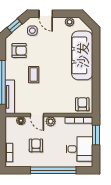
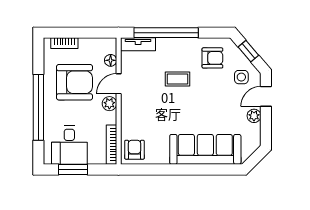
plant: (70, 22) -> (254, 116), moved
armchair: (19, 51) -> (212, 58), turned -90
tv unit: (10, 97) -> (138, 44), width x0.71
armchair: (82, 104) -> (134, 150), turned -90
window: (96, 135) -> (73, 169), moved
armchair: (36, 145) -> (74, 82), width x1.88, depth x1.88

